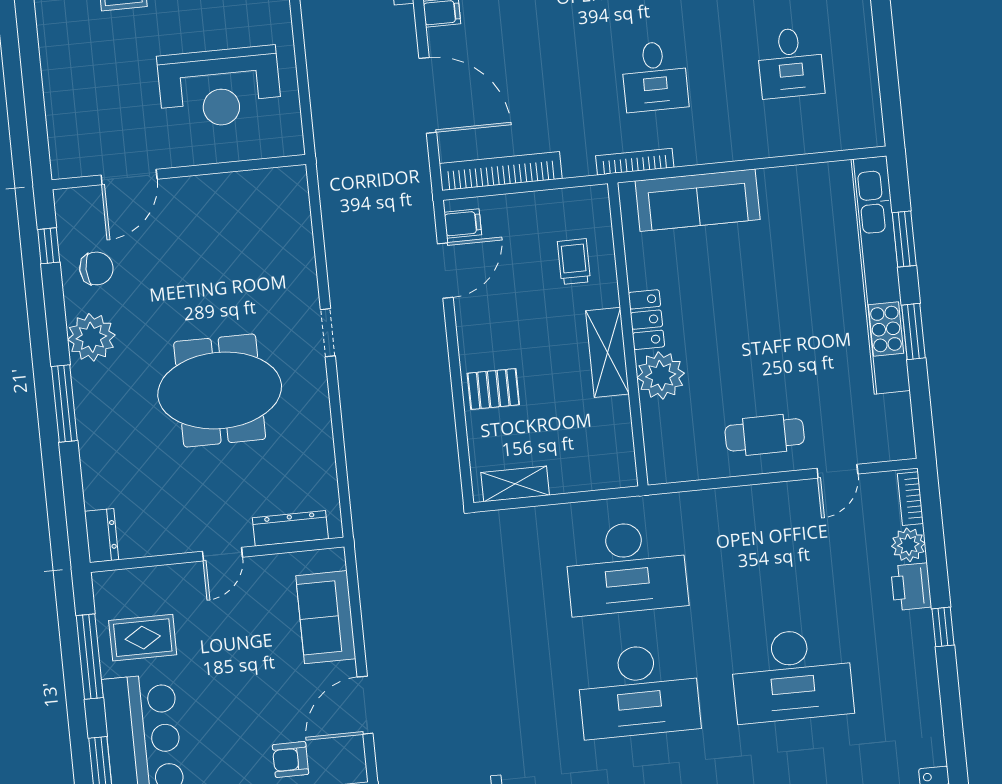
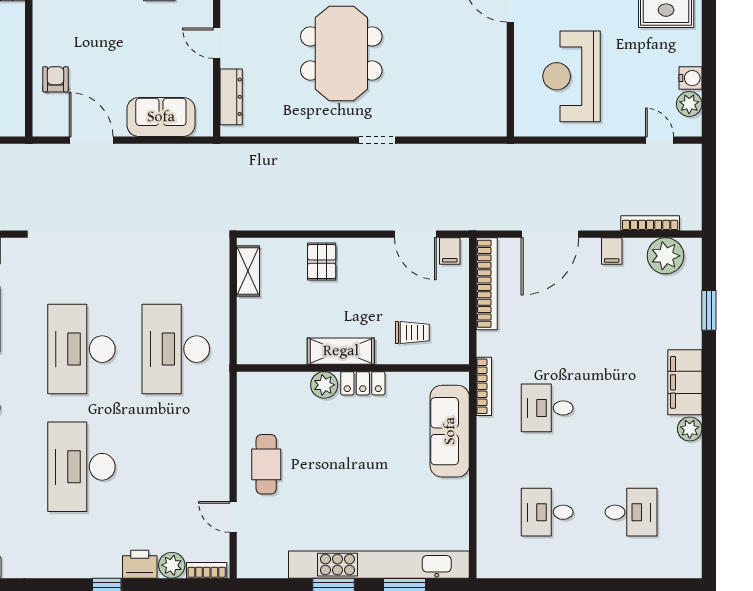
plant: (661, 375) -> (324, 385), width x0.73, depth x0.73

